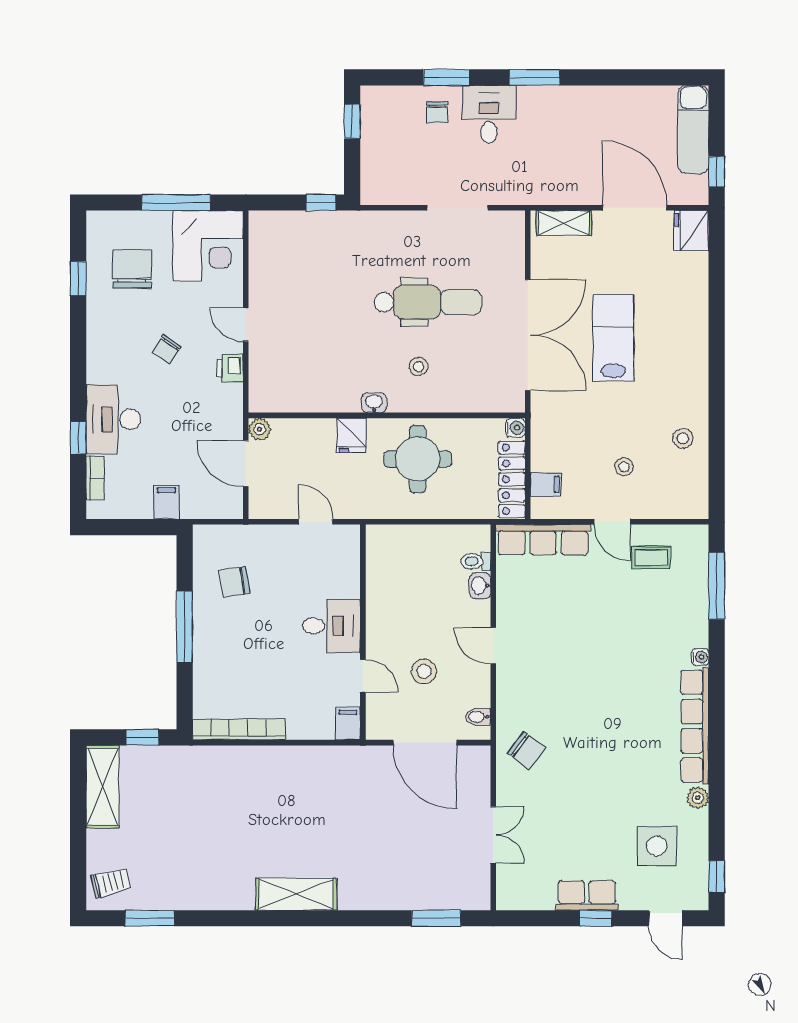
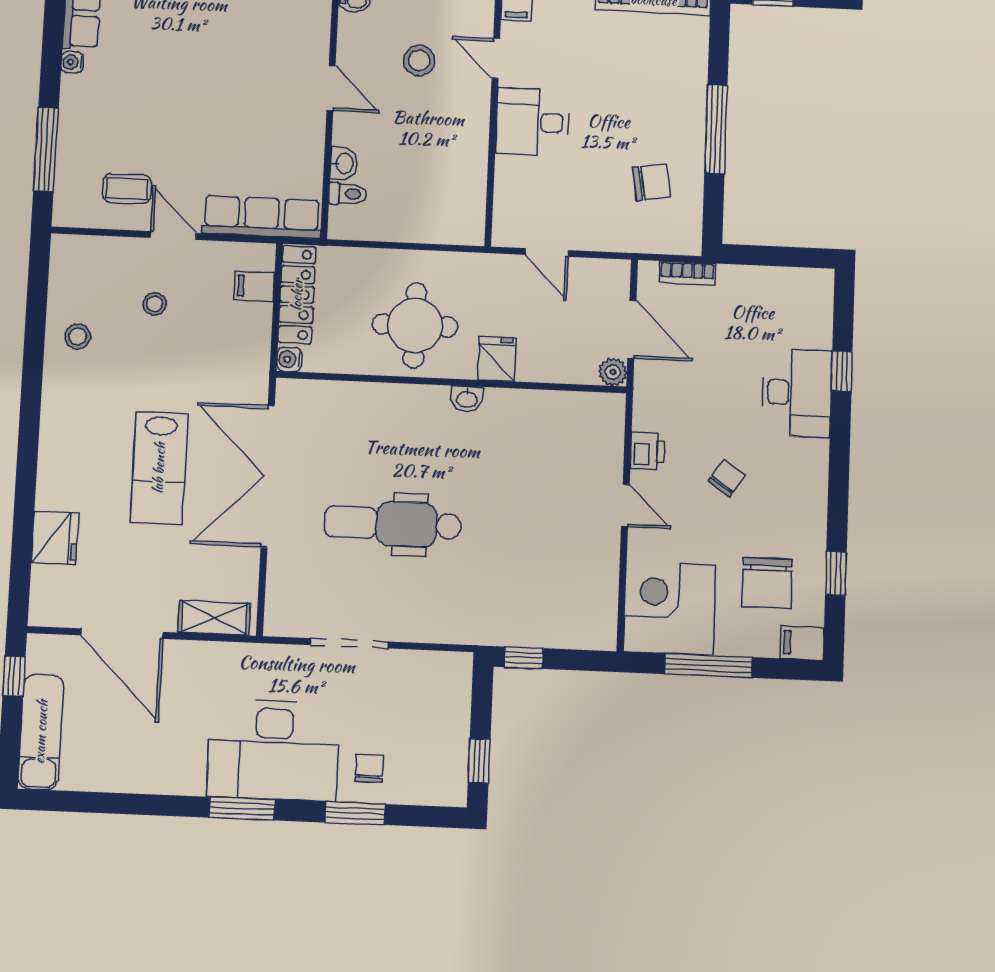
desk: (489, 114) -> (273, 750), width x1.87, depth x1.30
fridge: (691, 231) -> (55, 538), moved
stool: (419, 367) -> (408, 442), removed
bookcase: (95, 478) -> (687, 273), moved, turned -90
filing cabinet: (166, 502) -> (802, 643), moved, turned 90

